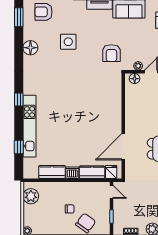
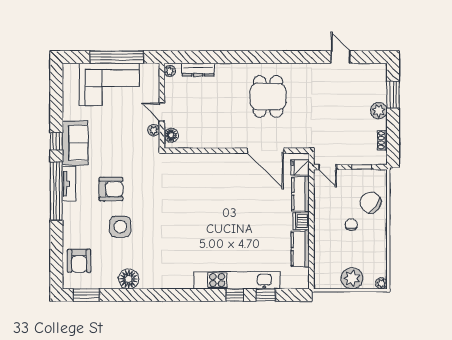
armchair: (111, 53) -> (111, 189), moved
window: (19, 100) -> (235, 295), moved
door: (111, 192) -> (328, 167), swing flipped
plant: (31, 196) -> (352, 278), moved

